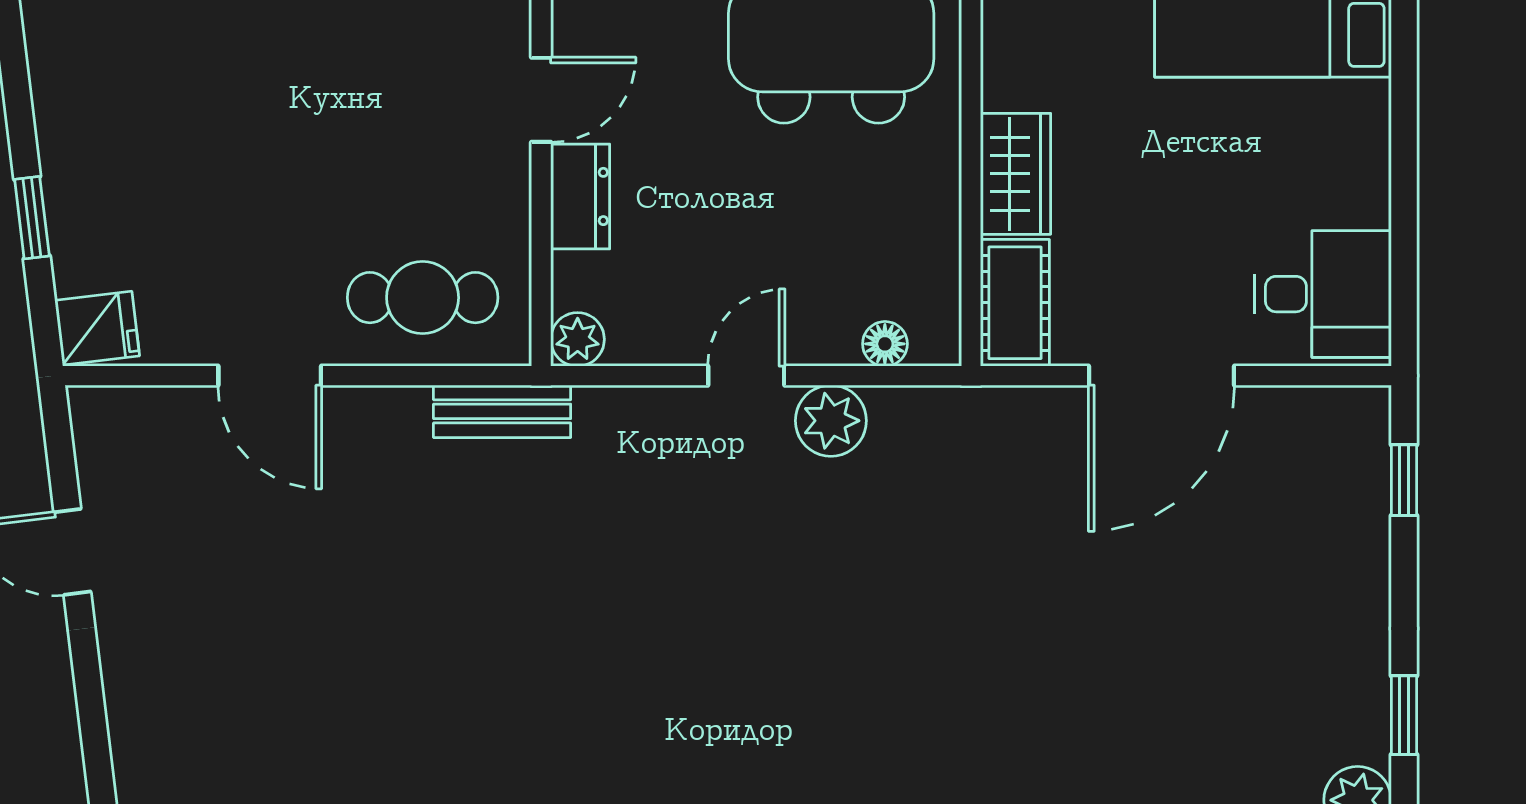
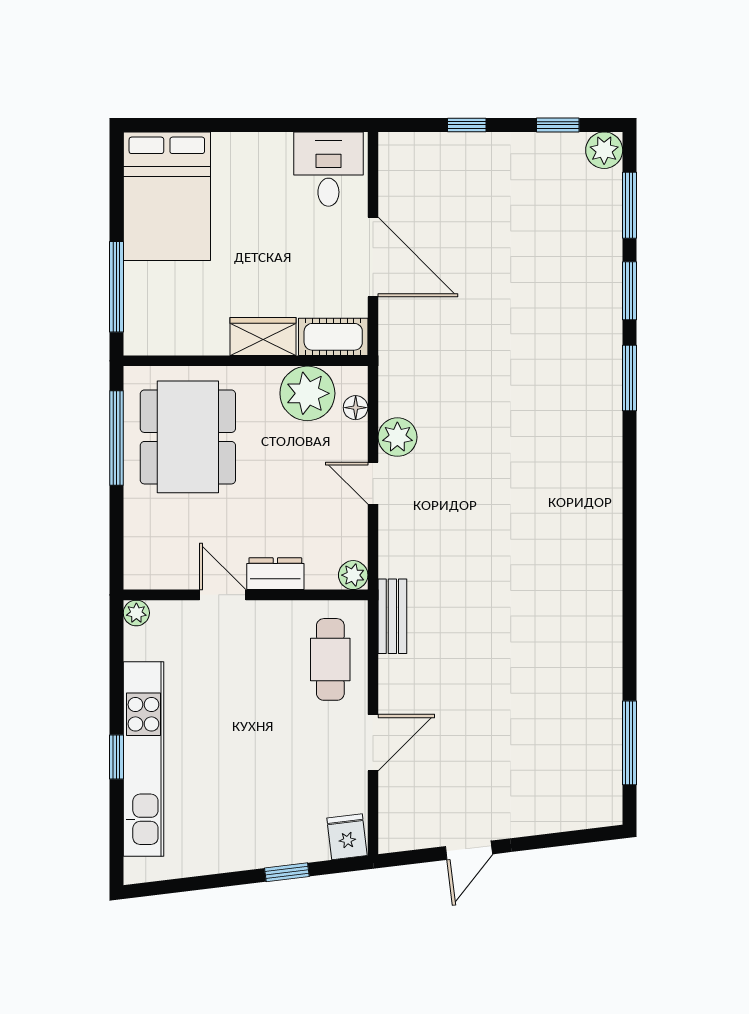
plant: (911, 255) -> (307, 393), added
window: (1404, 480) -> (467, 125), moved

